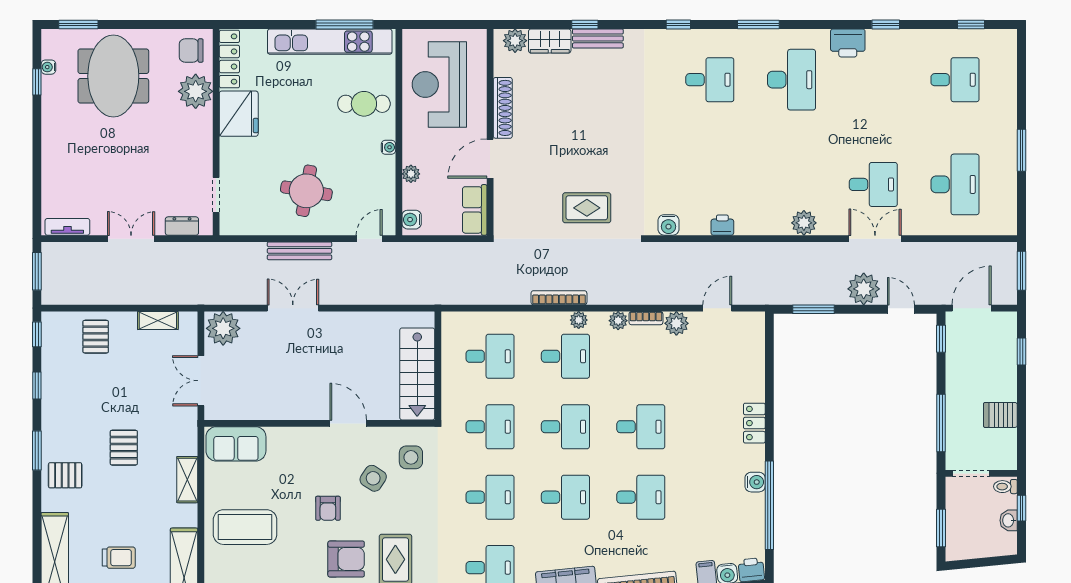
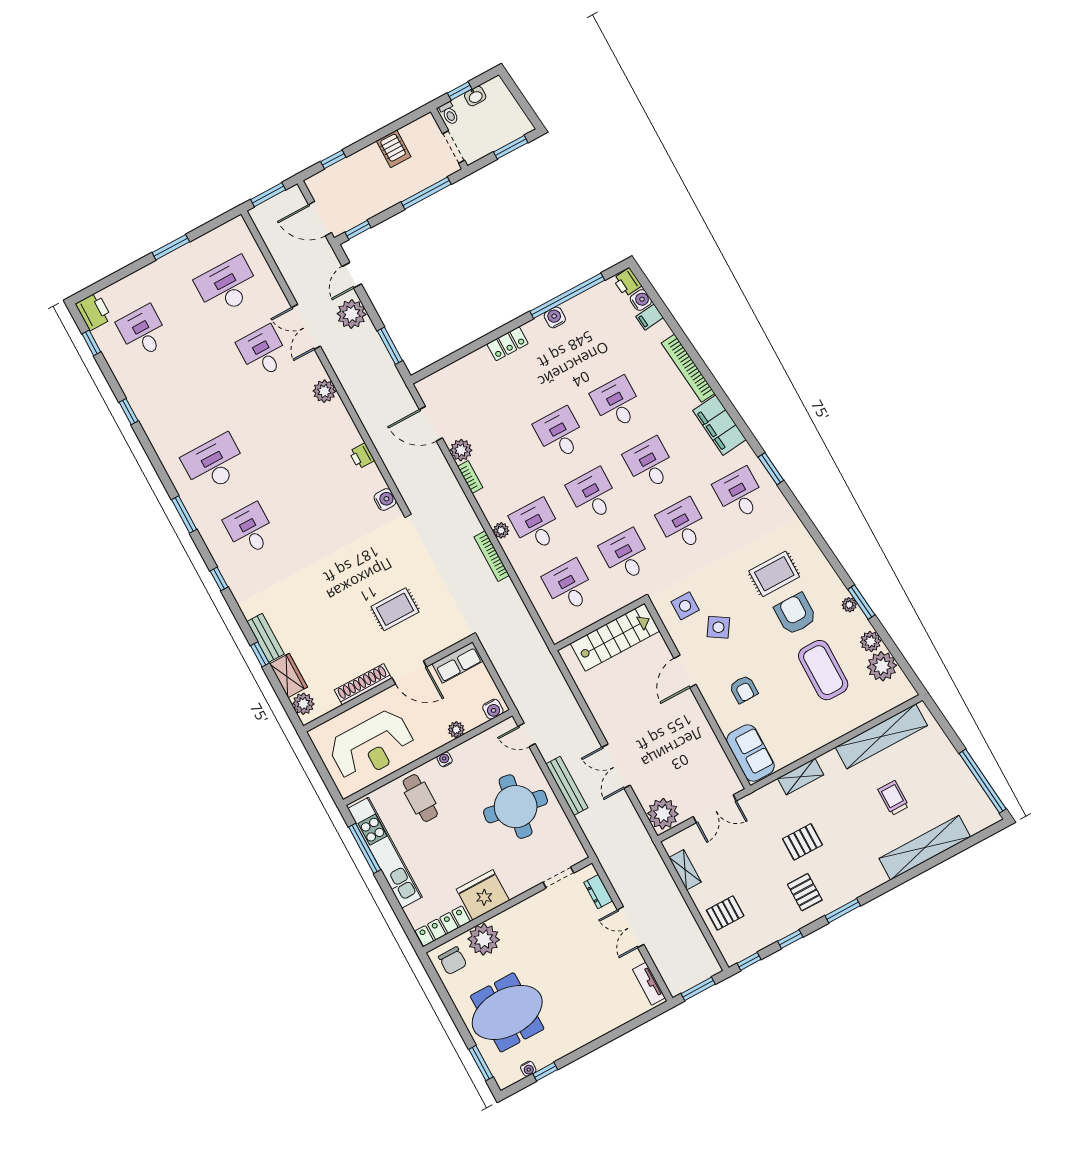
printer: (848, 43) -> (94, 311), moved
round table: (306, 191) -> (516, 807), width x1.36, depth x1.36
rug: (587, 208) -> (395, 609), moved, turned 90
door: (717, 308) -> (431, 424), width x1.38
plant: (618, 321) -> (484, 498), removed
pallet: (65, 475) -> (805, 892), moved
armchair: (328, 508) -> (744, 689), moved, turned 90
coffee table: (245, 527) -> (823, 670), moved

